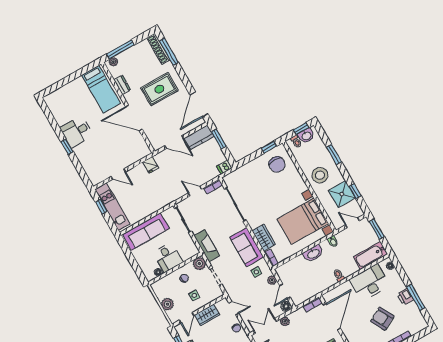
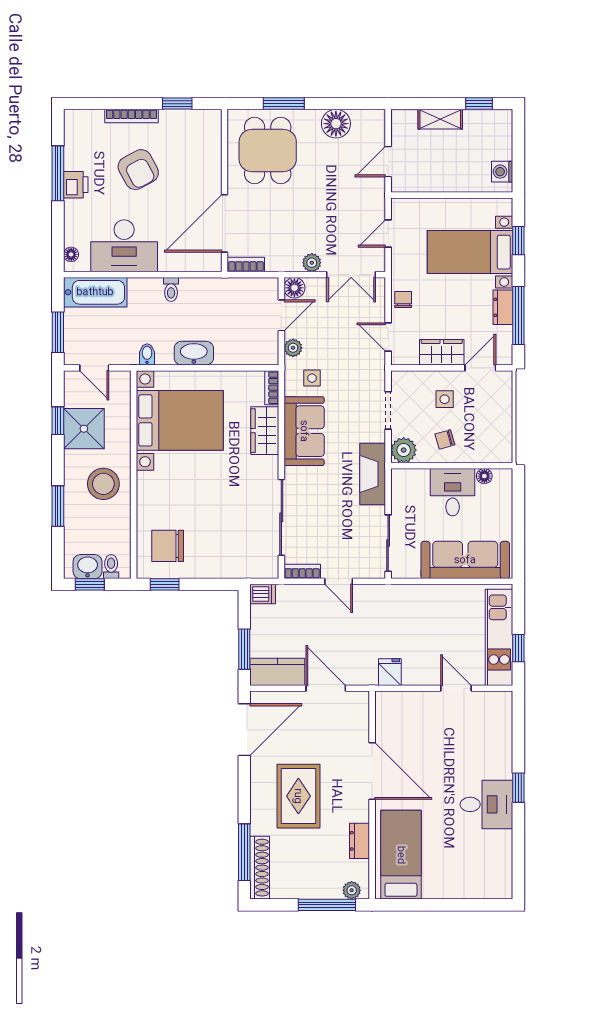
rug: (159, 89) -> (298, 796), turned 90
chair: (277, 164) -> (168, 546), turned -90
plant: (167, 304) -> (500, 411), removed

